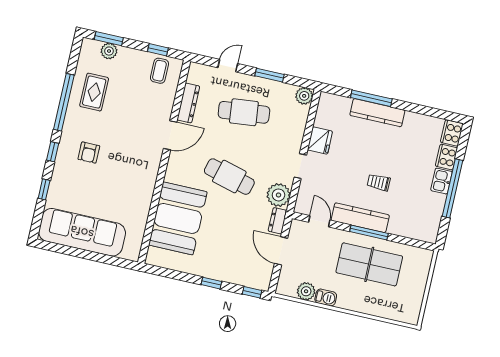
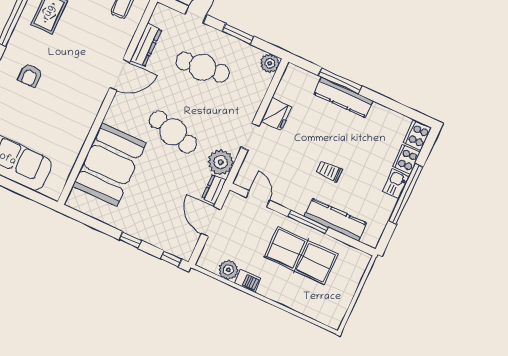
kitchen counter: (360, 218) -> (335, 220), moved

